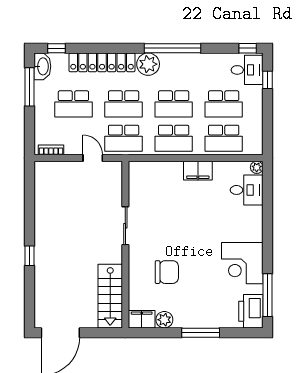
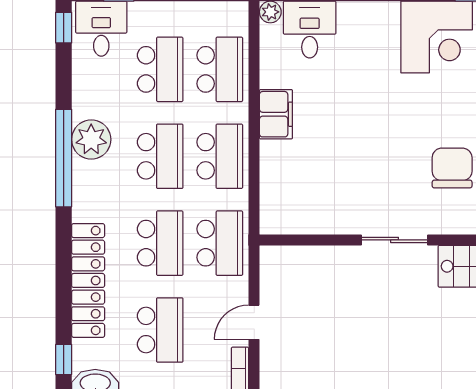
plant: (148, 64) -> (91, 139), moved
door: (93, 158) -> (254, 322), moved
sliding door: (125, 226) -> (395, 240), moved

